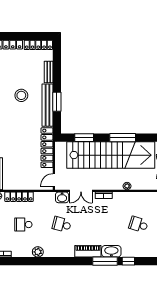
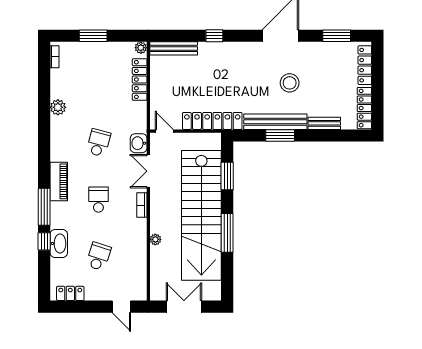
school desk: (23, 225) -> (98, 200), moved
washbasin: (111, 251) -> (59, 243), moved

